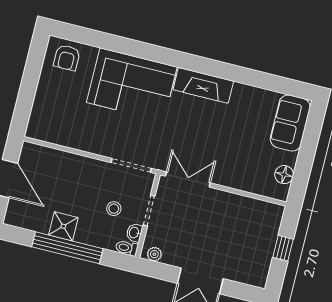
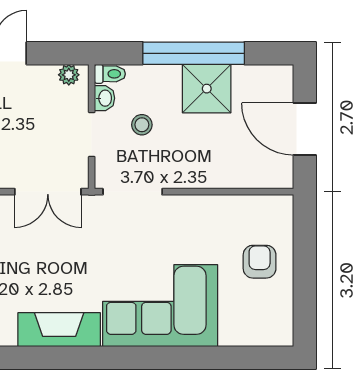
armchair: (67, 58) -> (260, 262), moved
shower: (63, 226) -> (207, 89), width x1.36, depth x1.36

